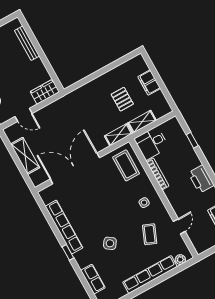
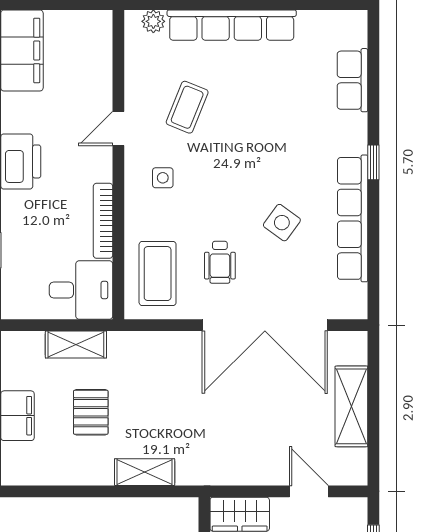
shelving: (118, 135) -> (145, 472), moved
wheelchair: (105, 183) -> (220, 262), added
door: (179, 226) -> (118, 129), moved
side table: (110, 243) -> (282, 223), moved

